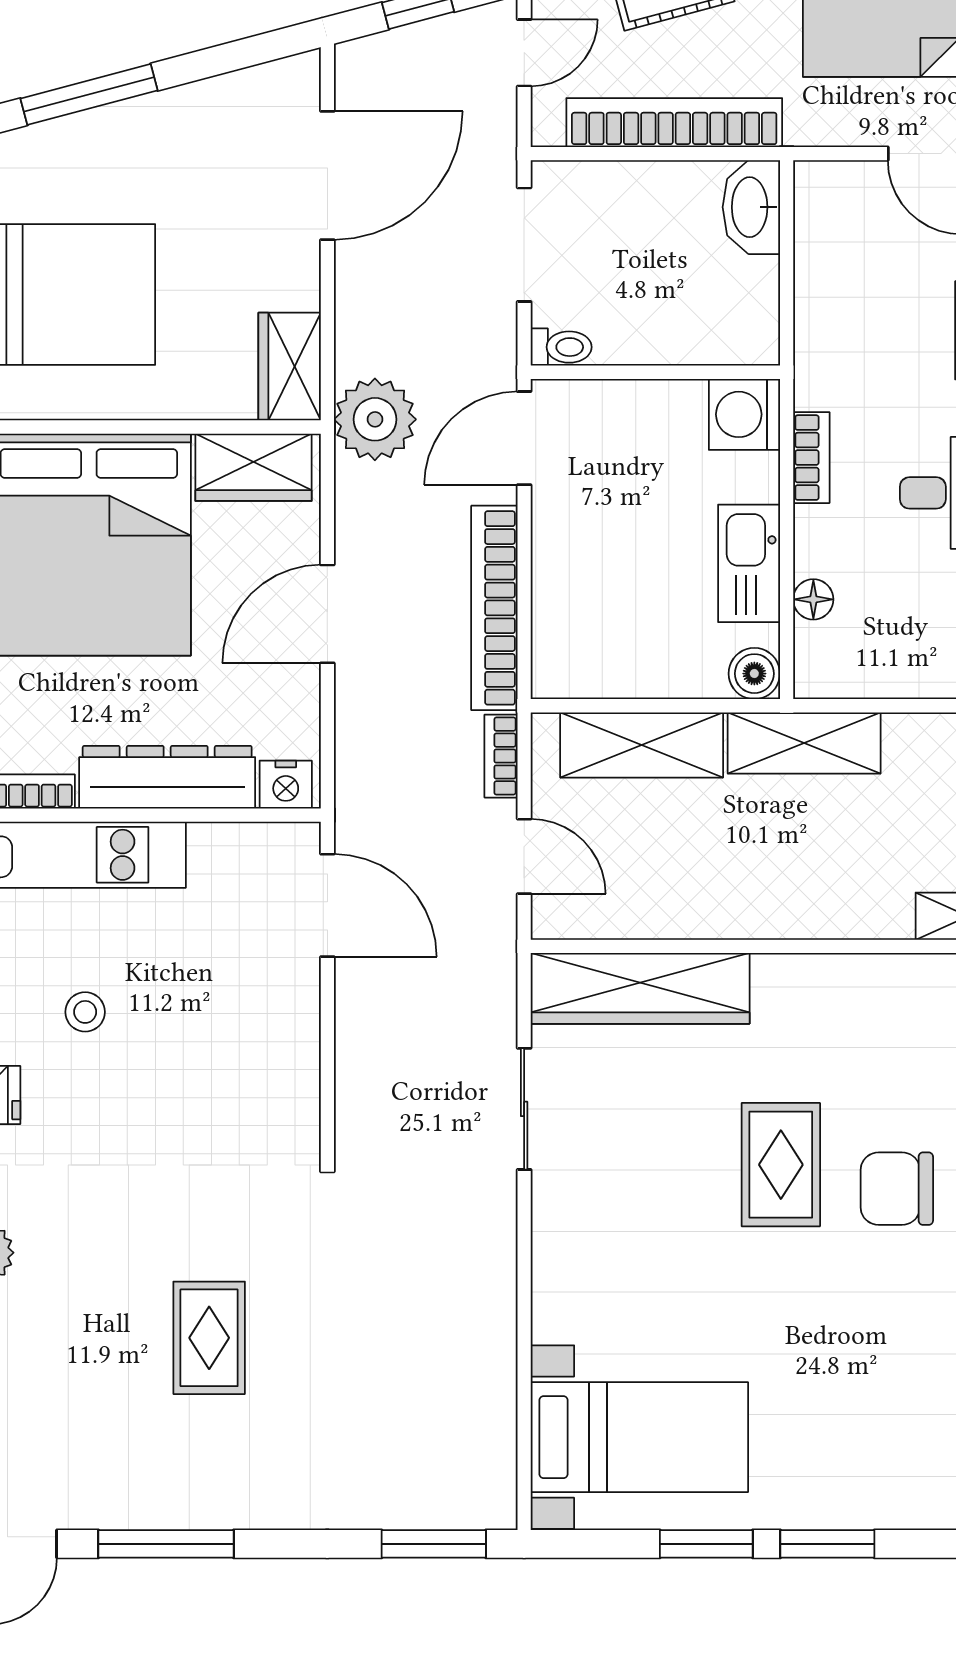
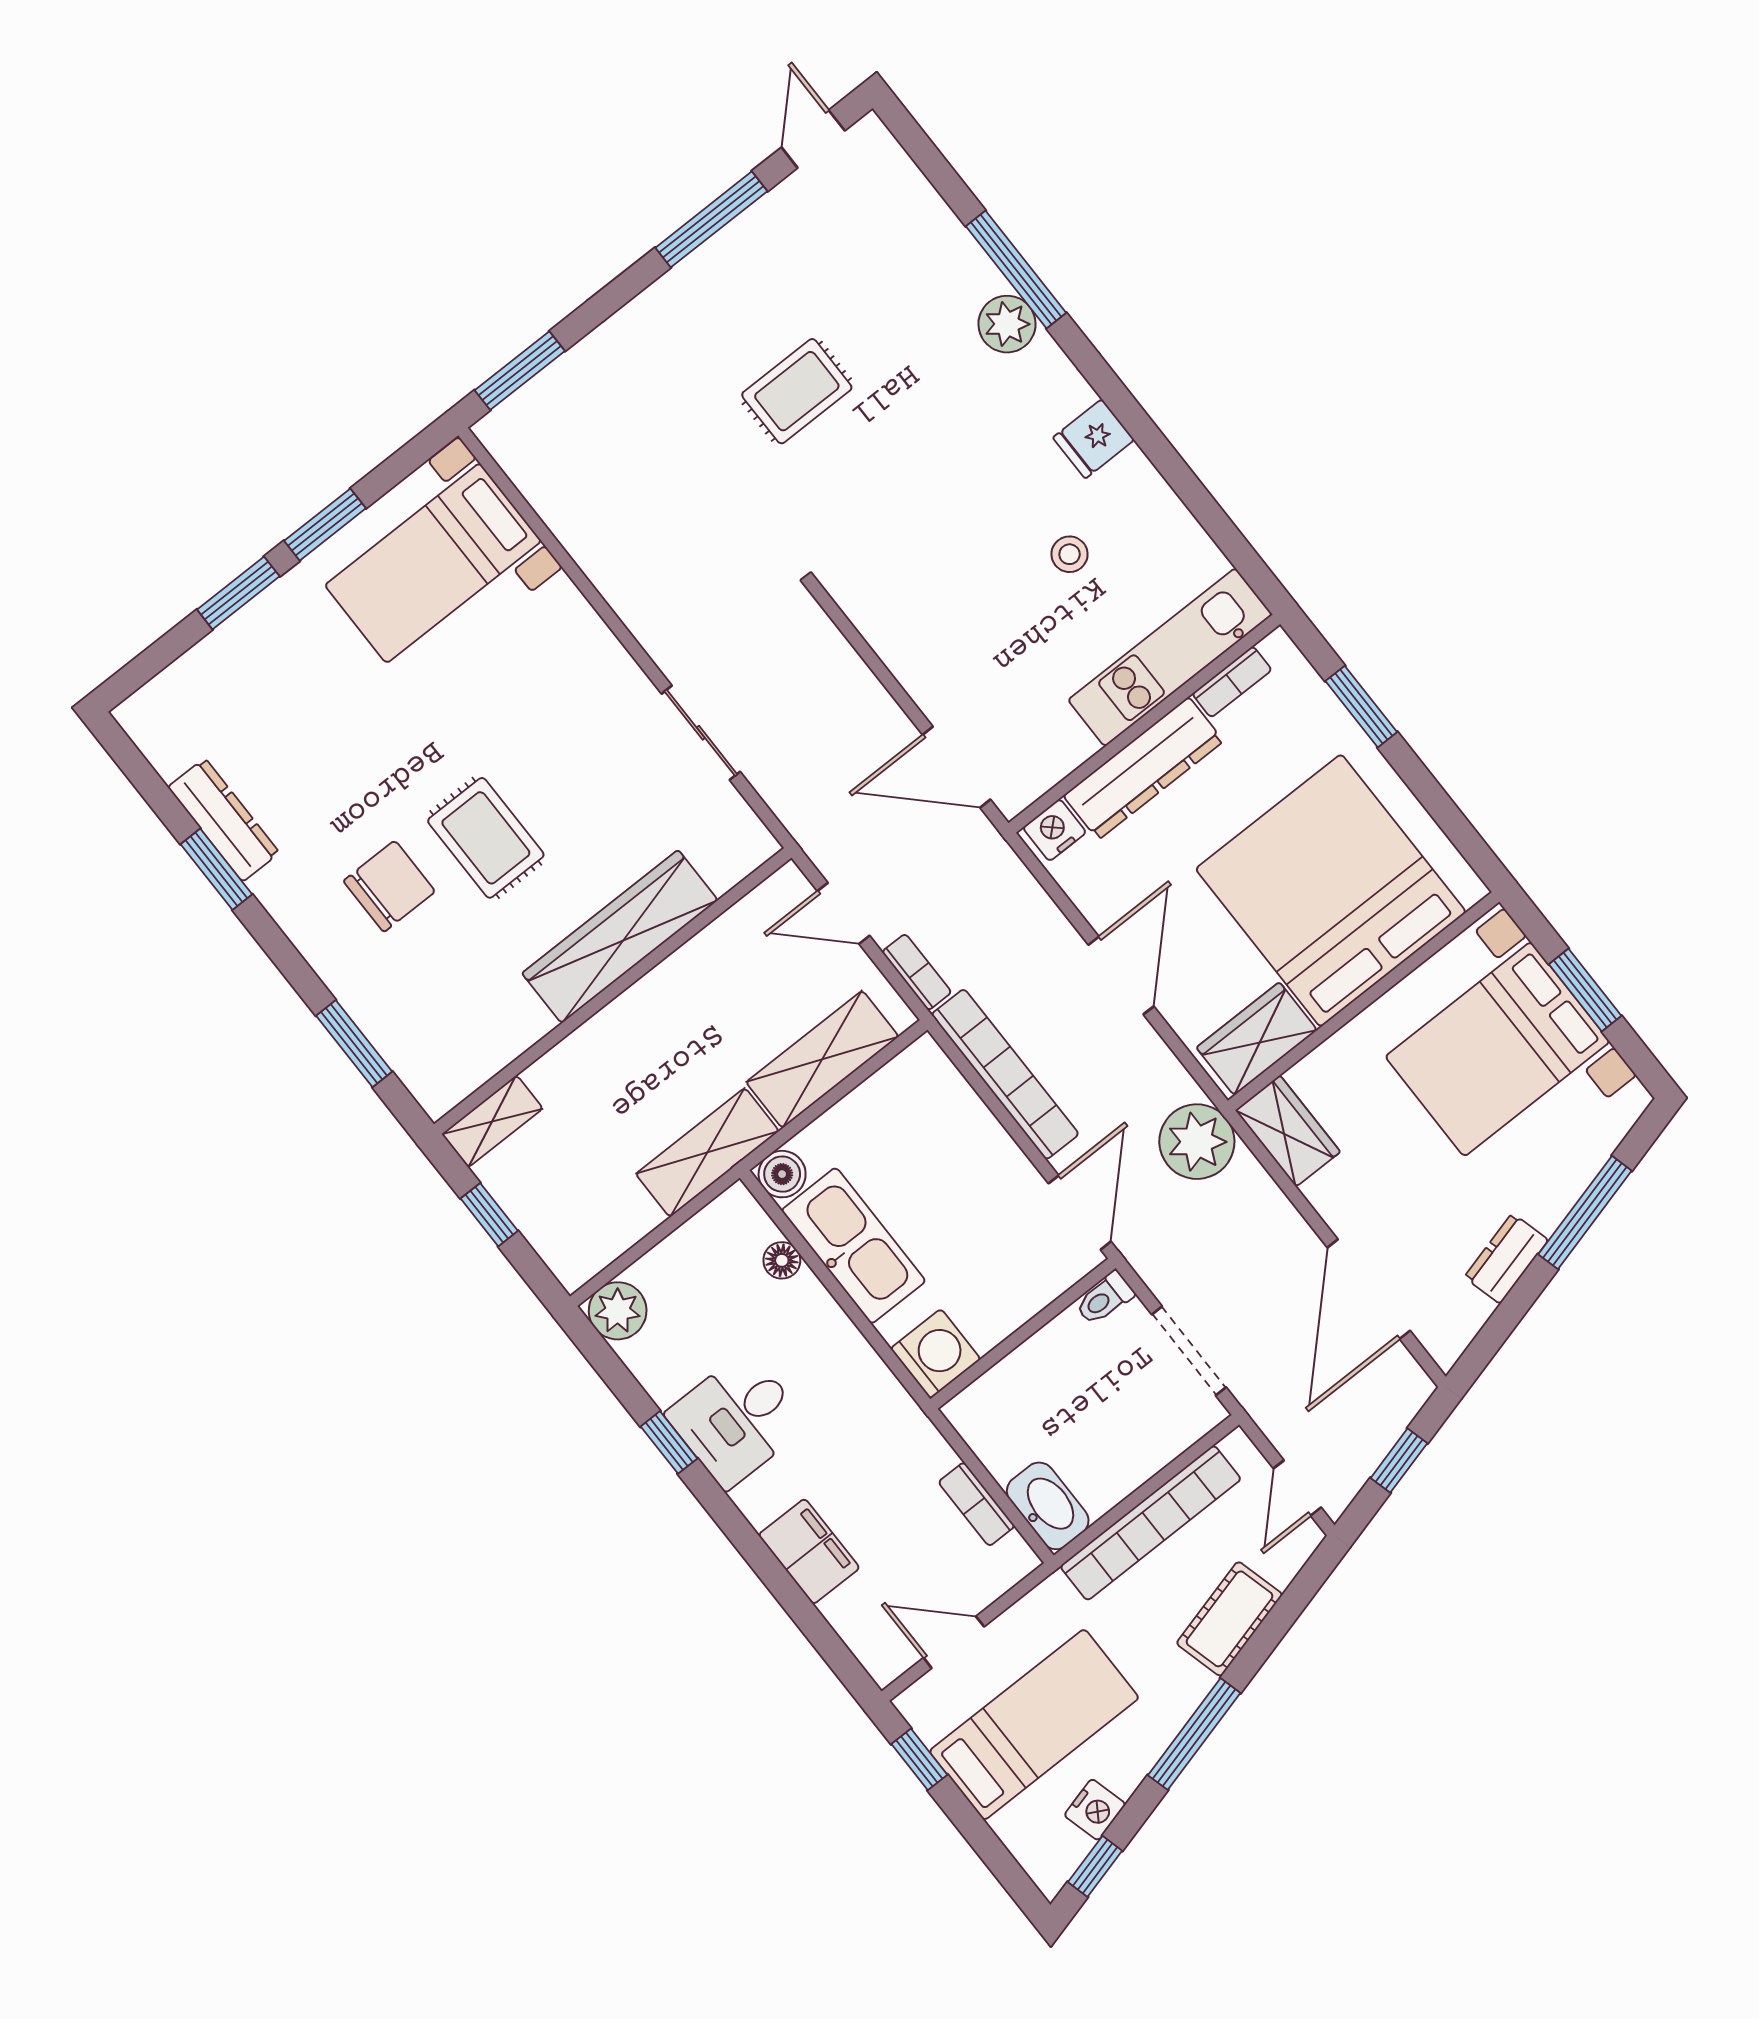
dresser: (188, 108) -> (1506, 1259), added
bookcase: (811, 458) -> (977, 1504), moved
kitchen sink: (749, 563) -> (853, 1246), width x1.36, depth x1.24
wardrobe: (640, 988) -> (620, 937), moved
rug: (209, 1338) -> (797, 391), turned 90

